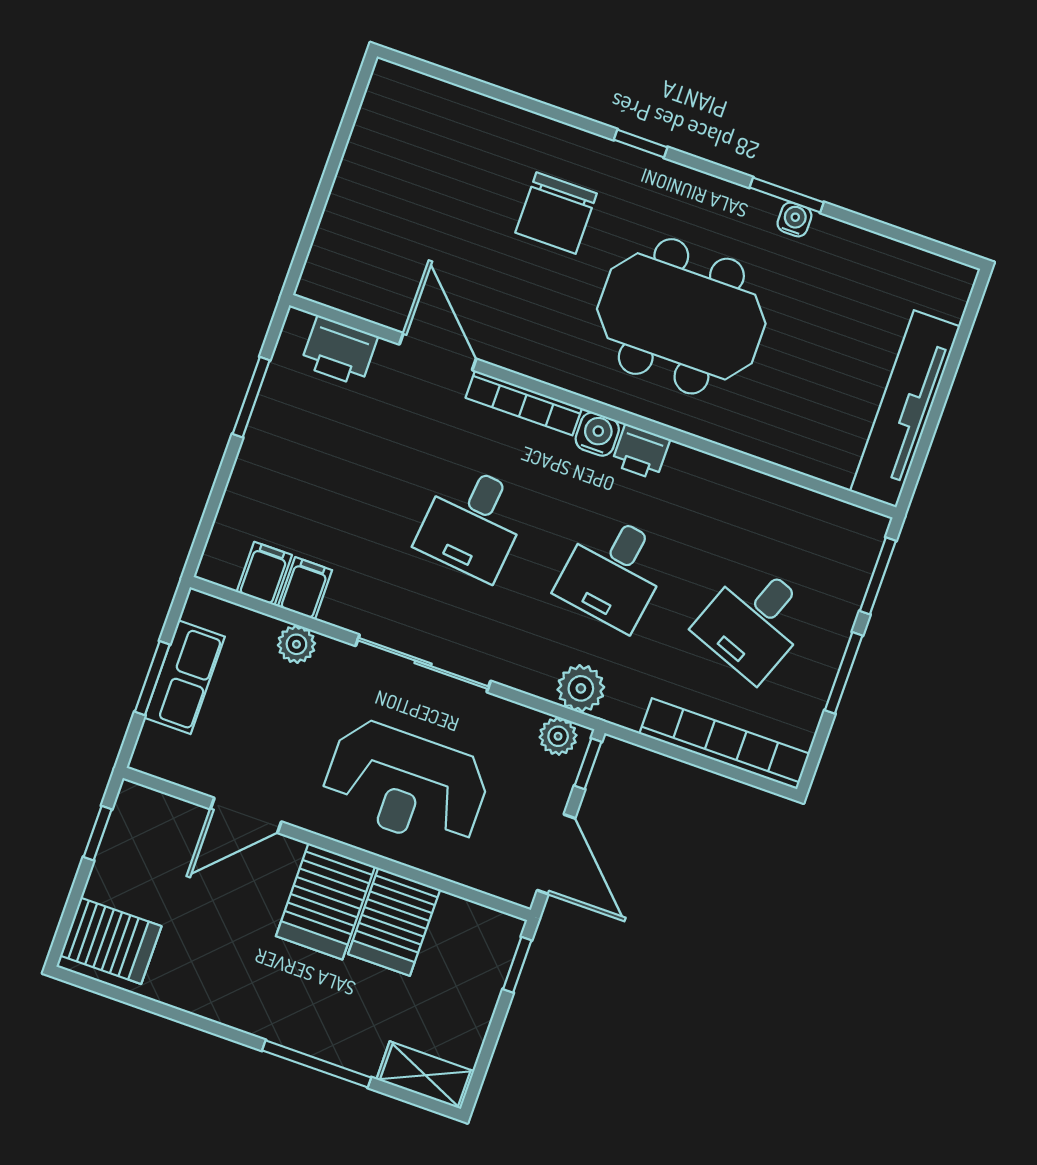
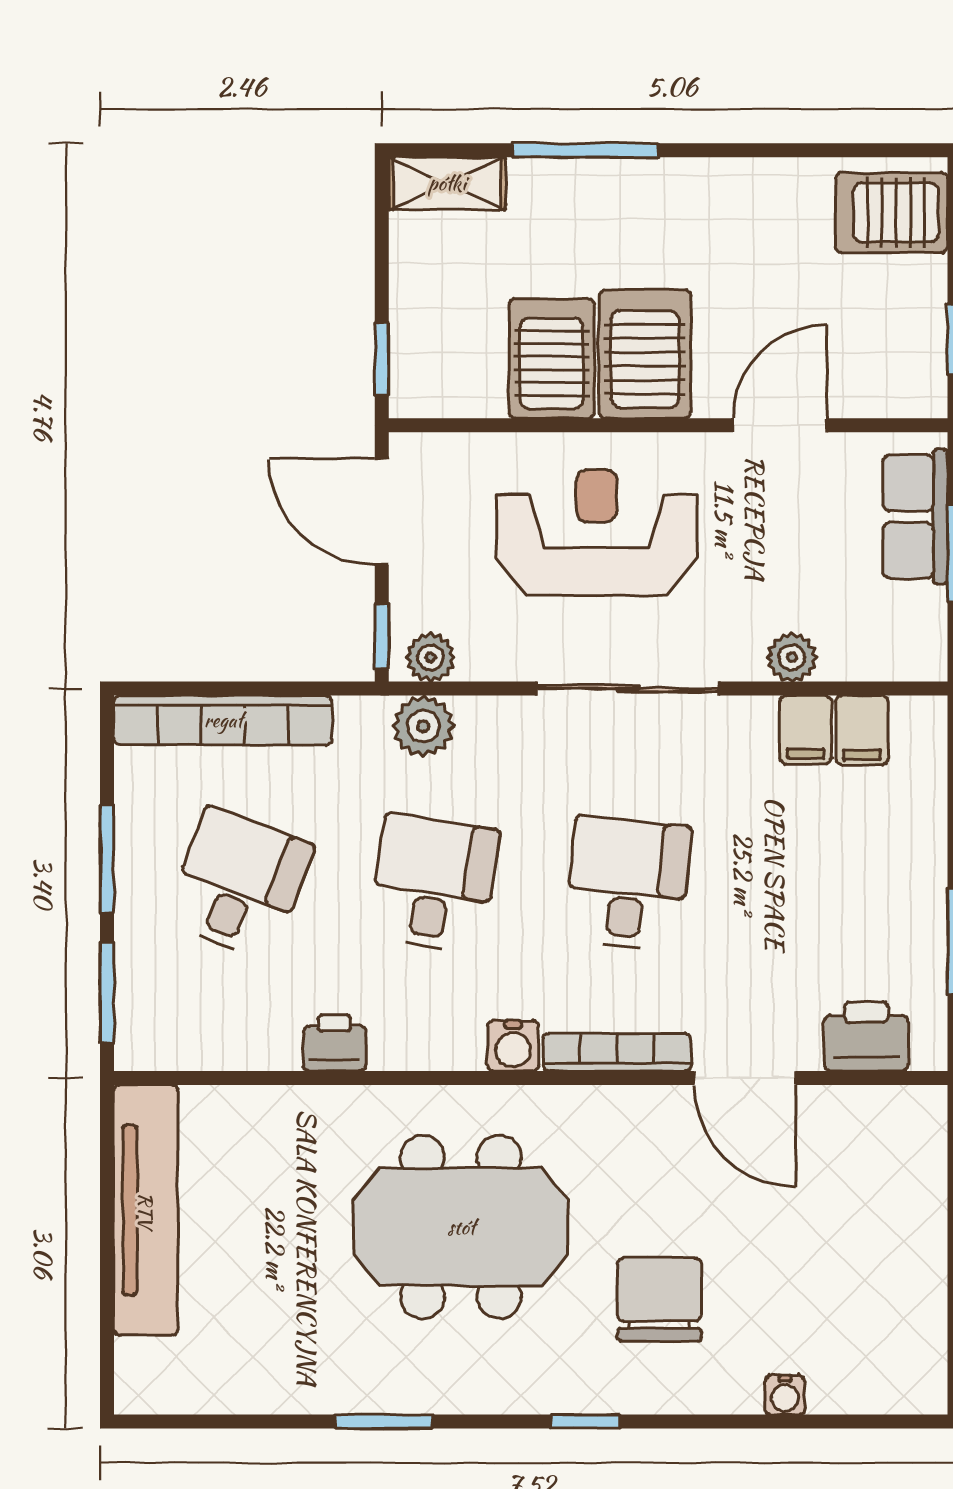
water cooler: (794, 219) -> (785, 1395), moved
printer: (641, 452) -> (334, 1043), moved
row of seats: (184, 677) -> (915, 517), moved

